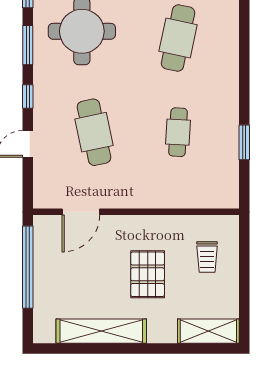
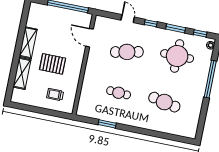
shelving: (101, 331) -> (28, 43), width x0.68
shelving: (208, 331) -> (22, 73), moved

